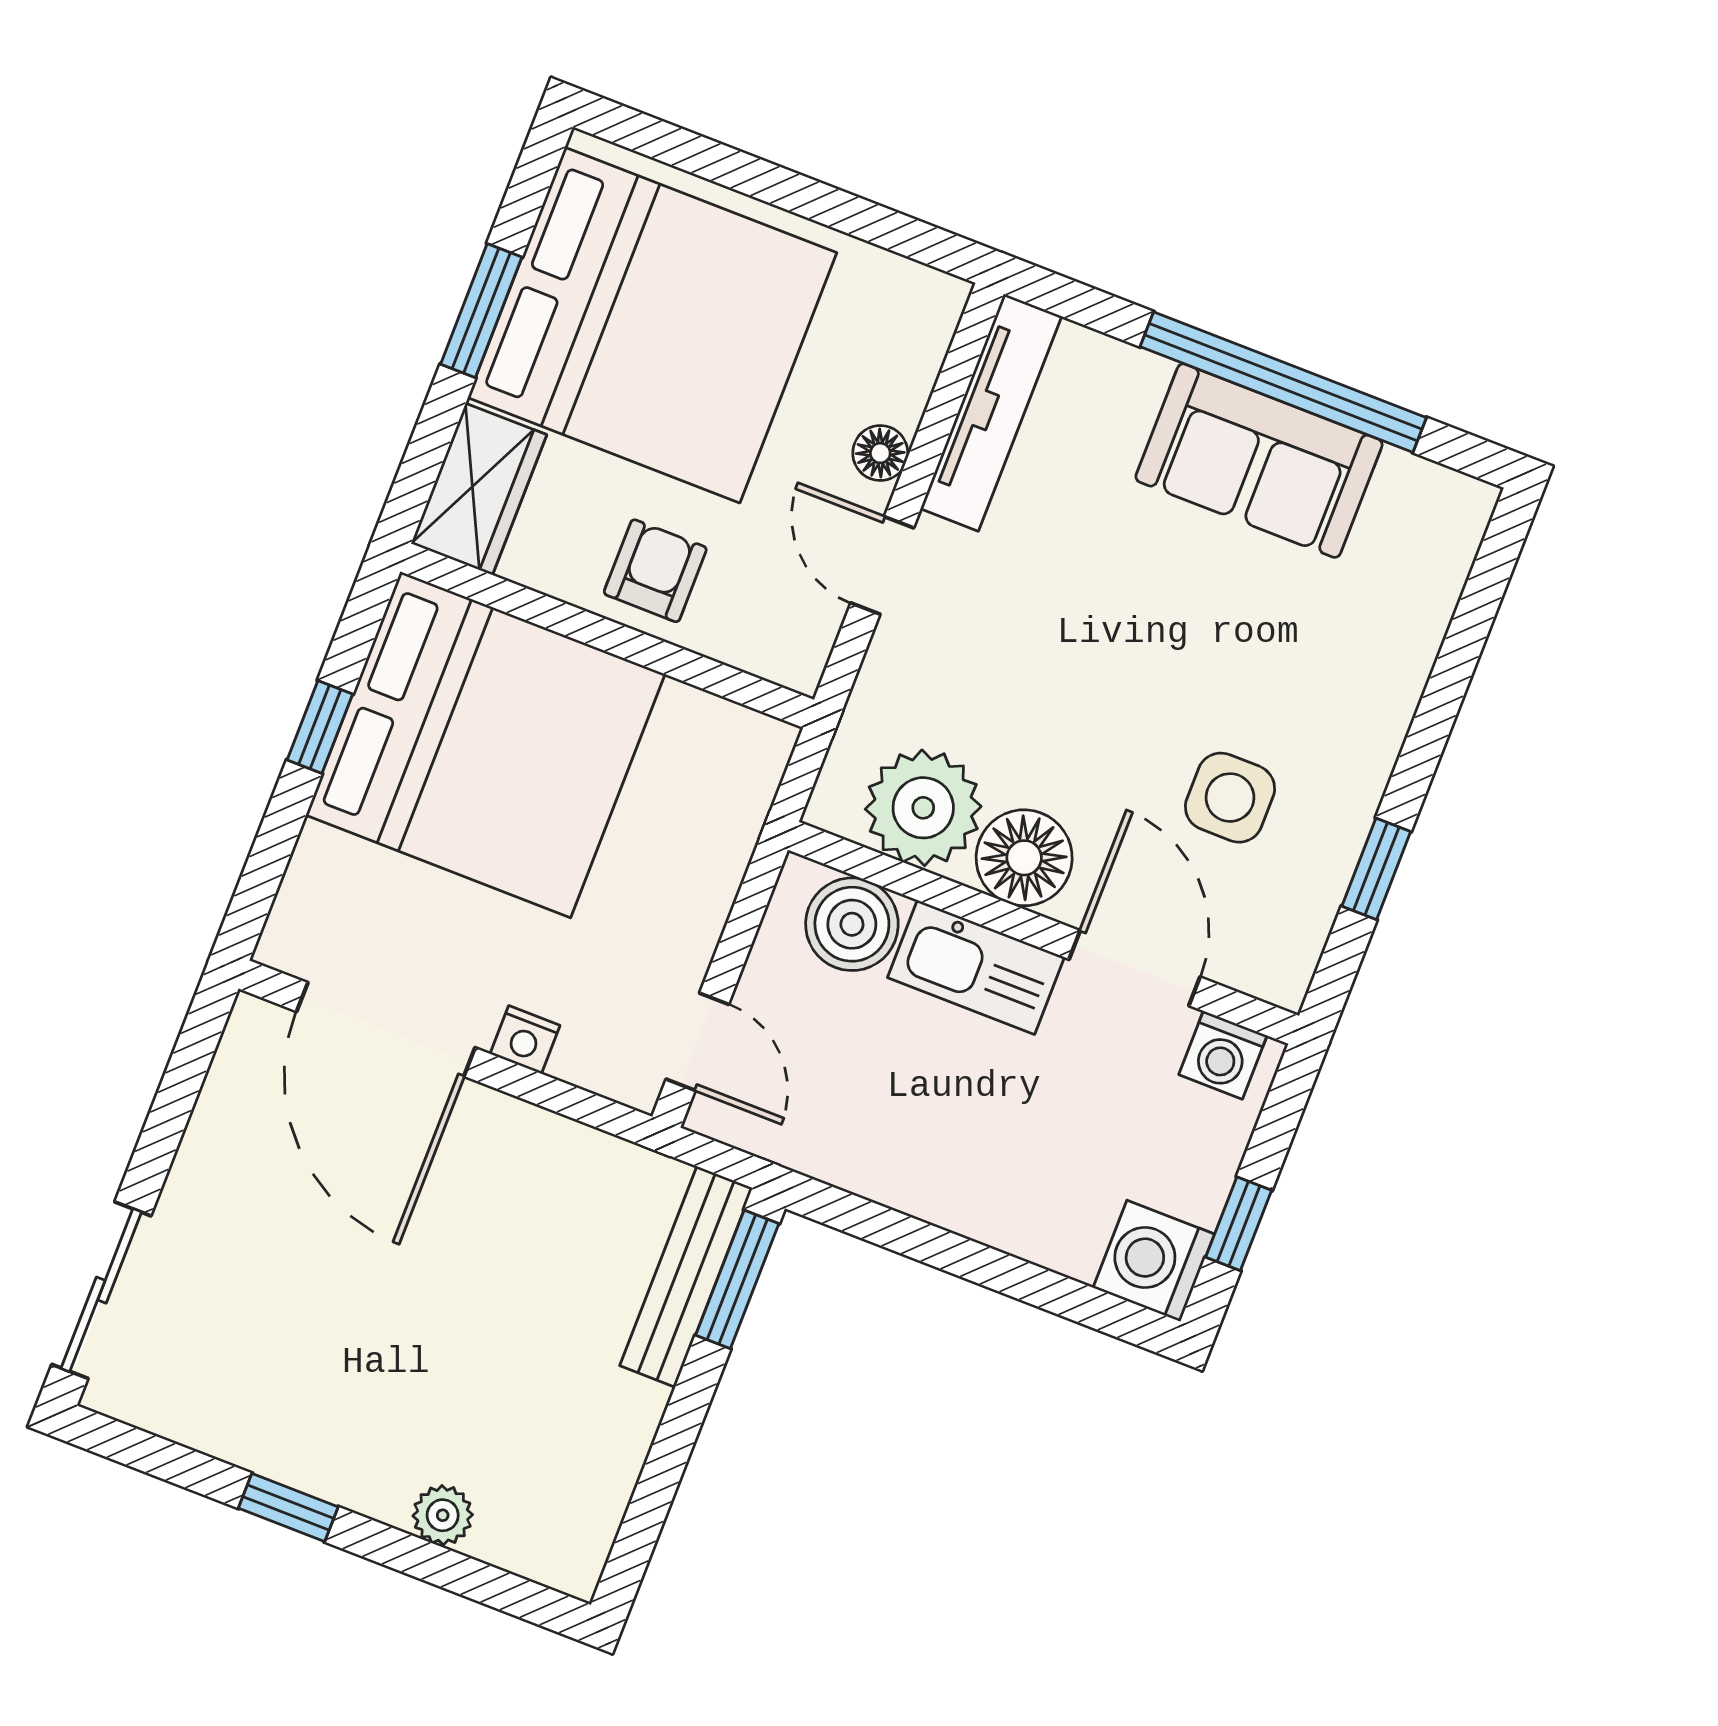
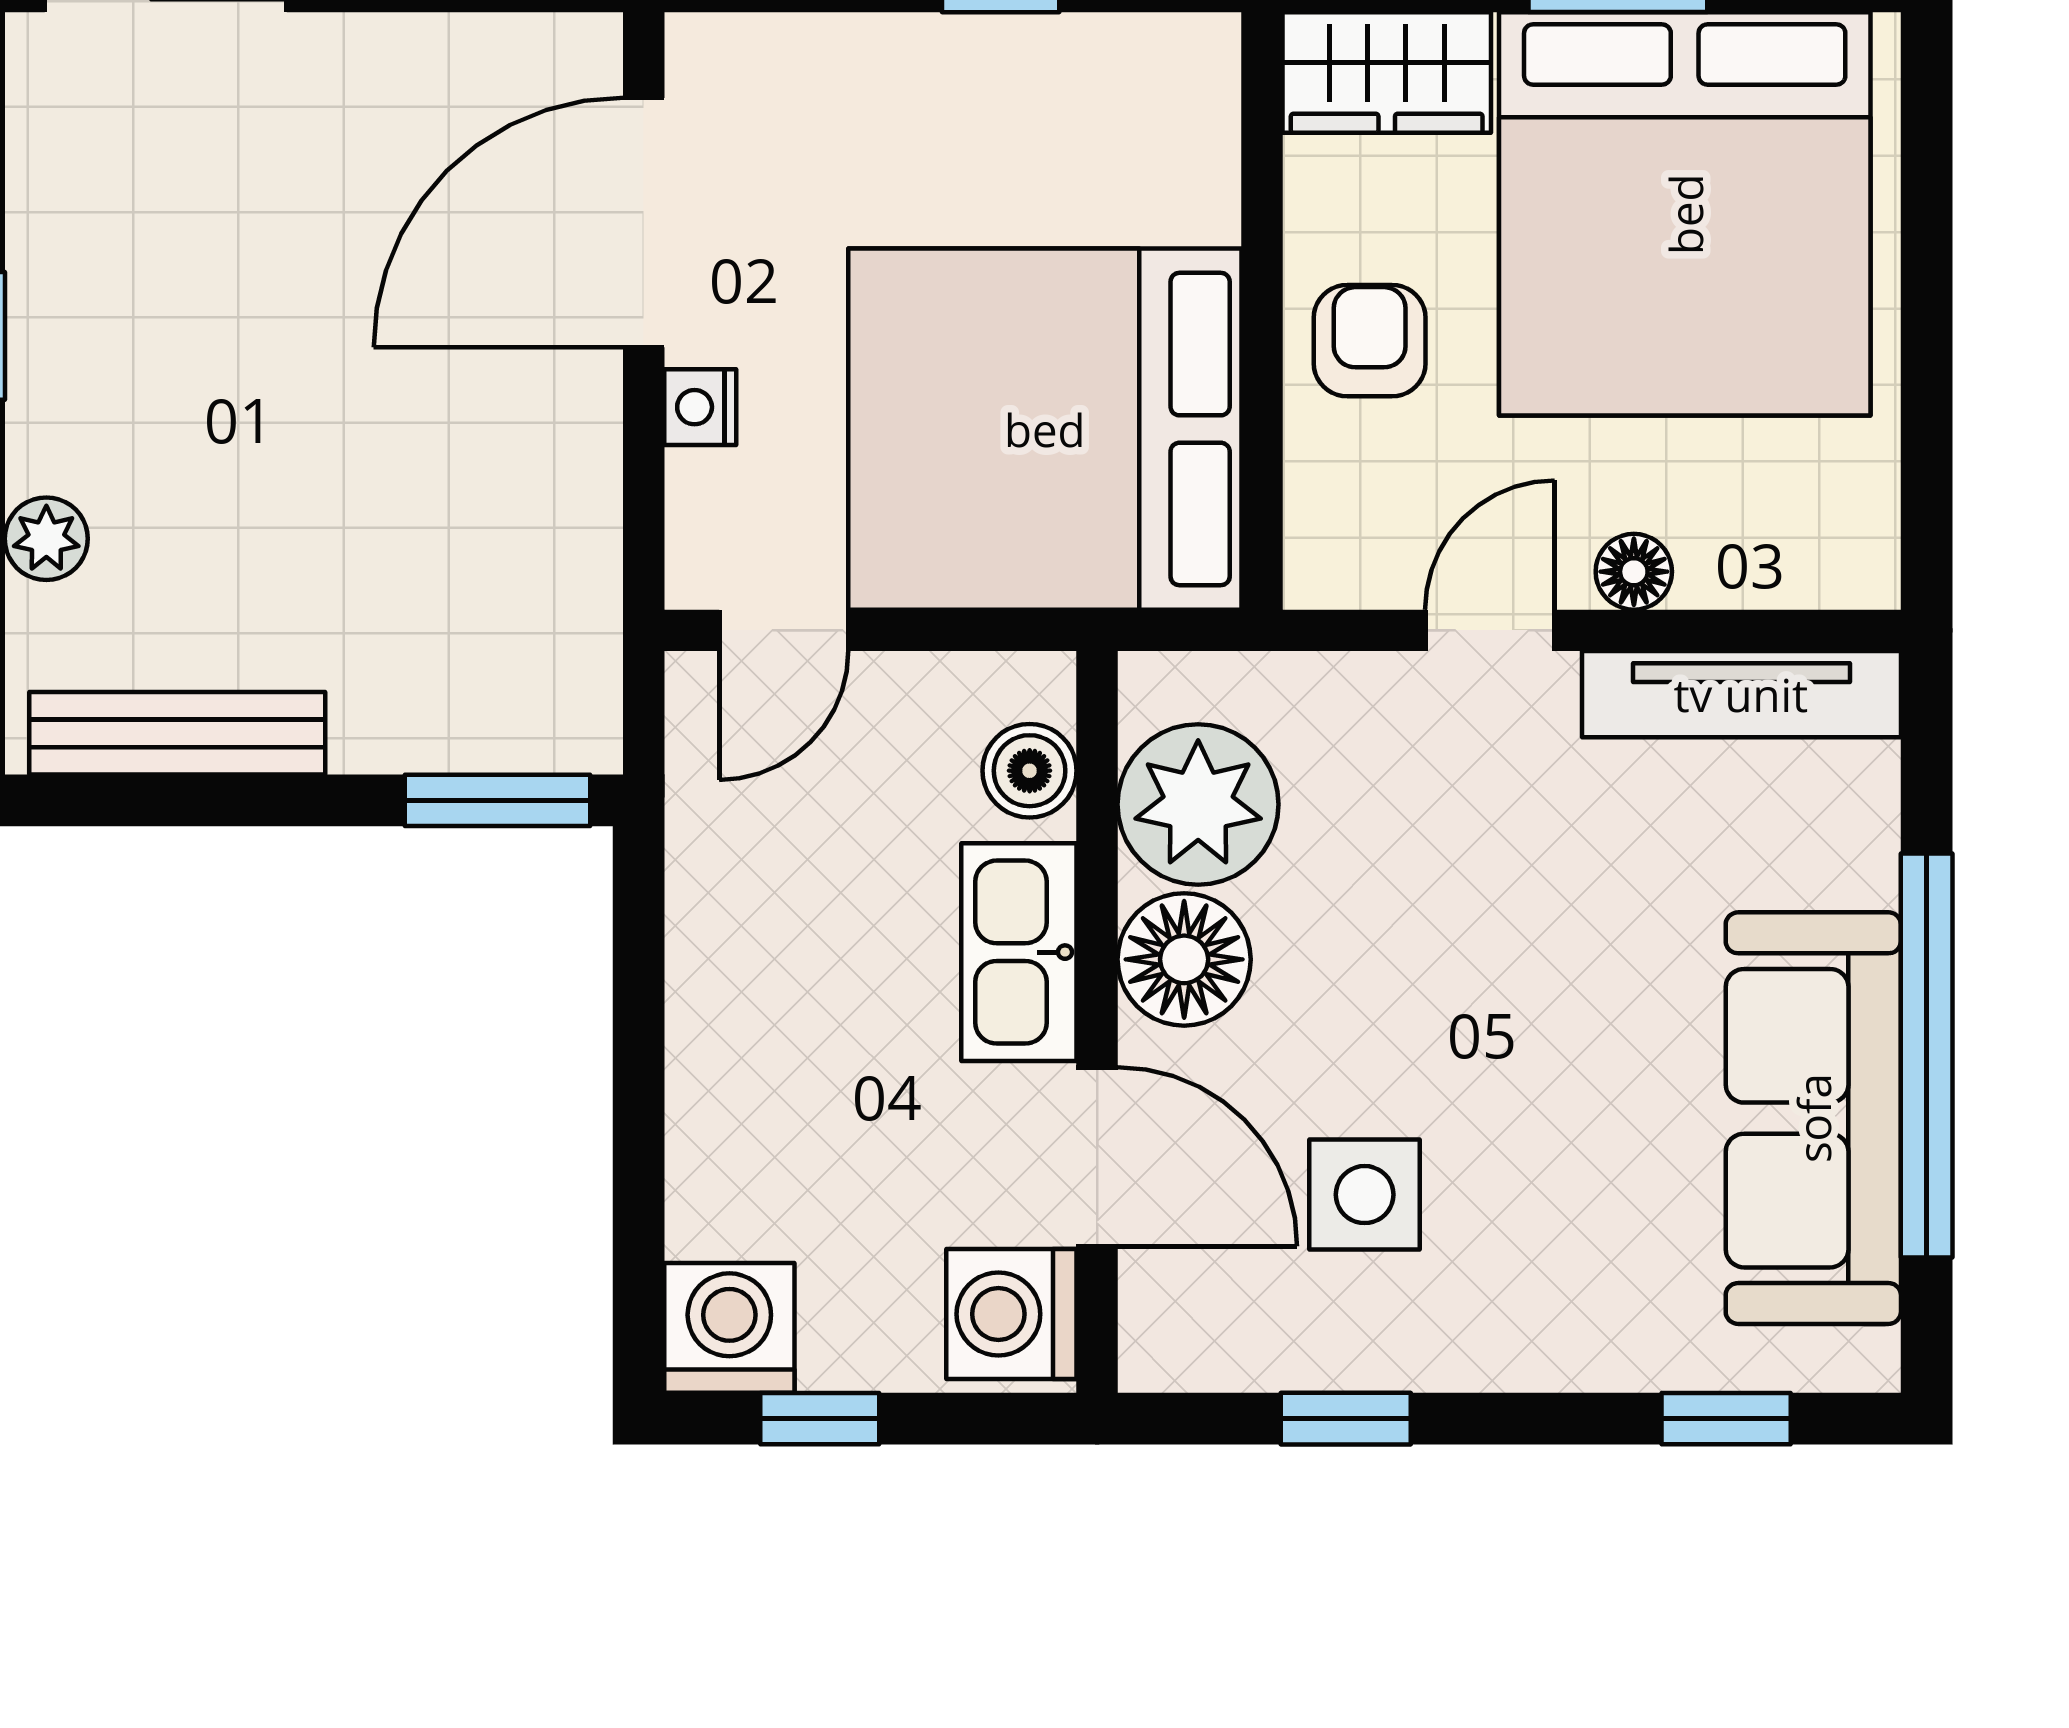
sofa: (1259, 461) -> (1813, 1118), width x1.36
armchair: (655, 571) -> (1370, 341), turned -90
window: (1476, 612) -> (1726, 1419), added
bed: (485, 745) -> (1045, 429), moved, turned 90
boiler: (852, 924) -> (1030, 771), width x0.73, depth x0.73
door: (1134, 968) -> (1097, 1157), hinge flipped
washing machine: (1223, 1055) -> (1011, 1314), width x1.38, depth x1.38
bench: (686, 1277) -> (177, 733), moved

